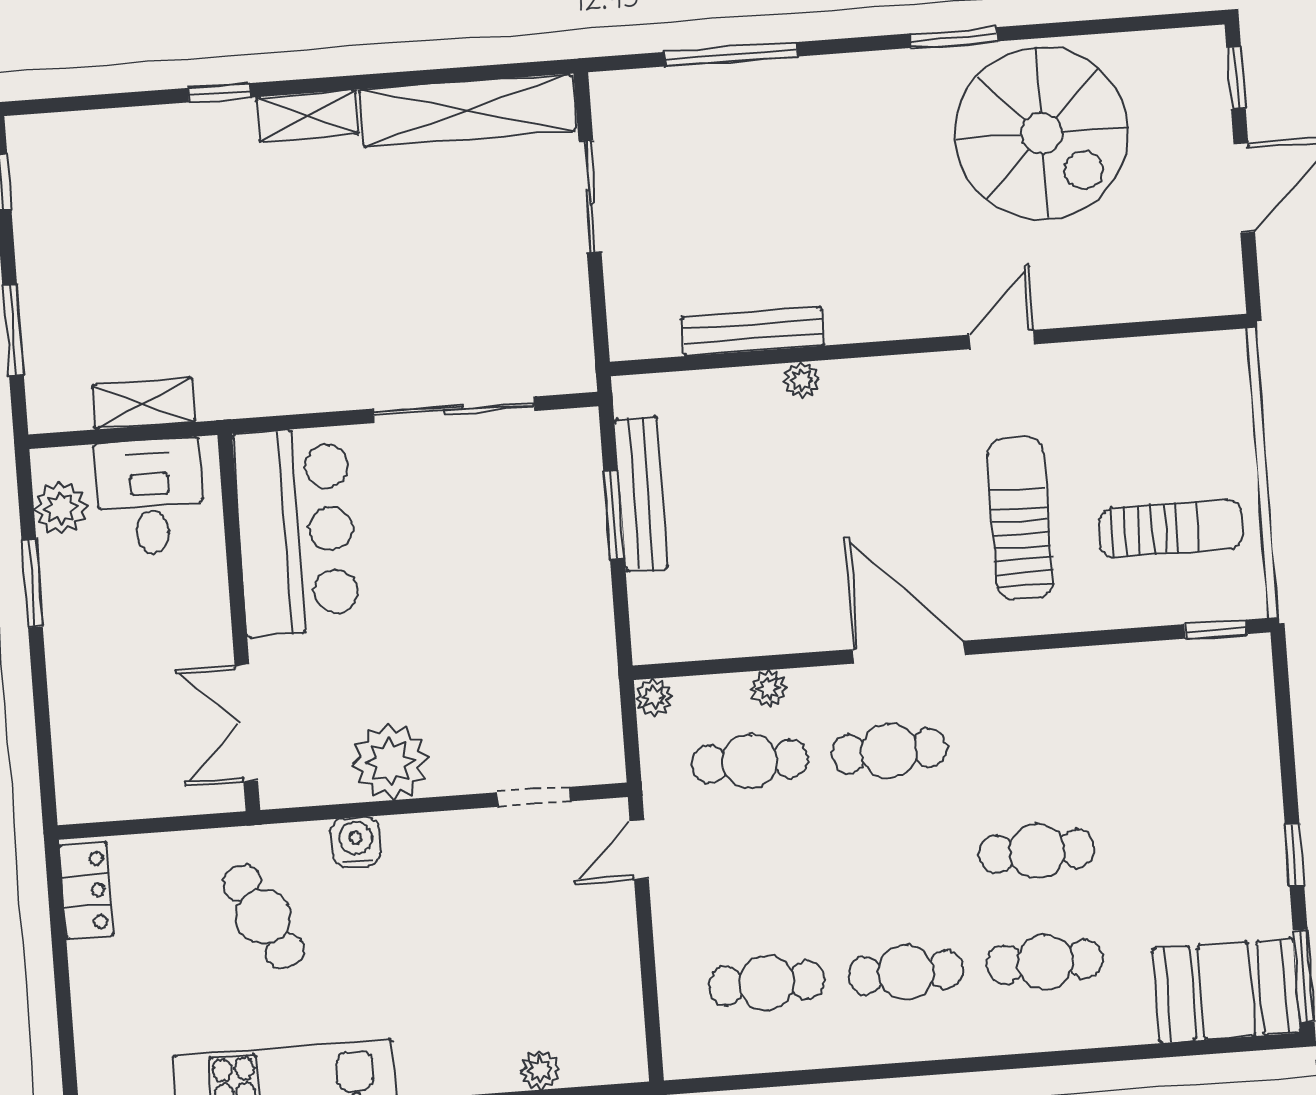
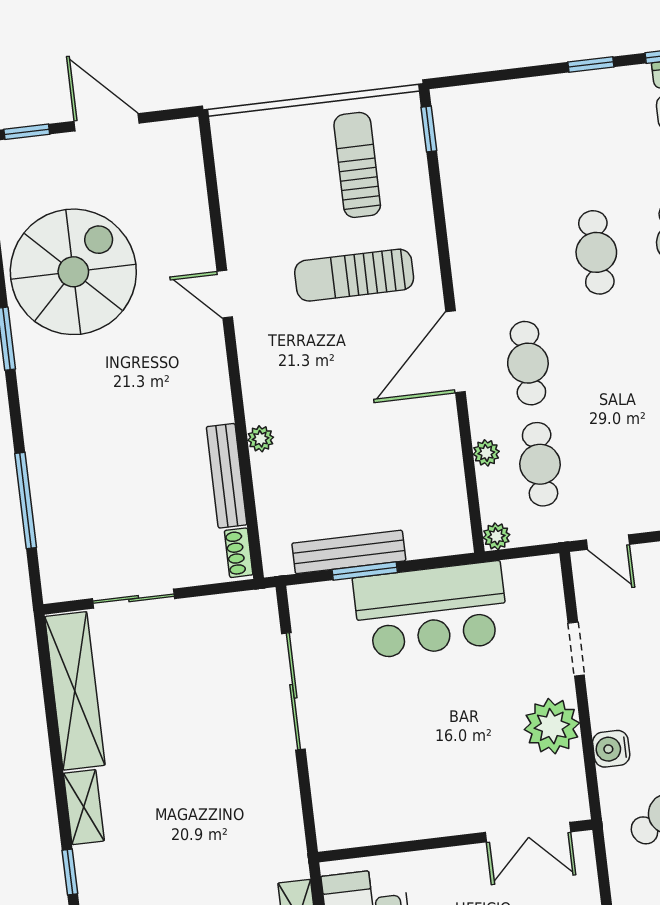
shoe rack: (647, 343) -> (239, 553), added
bar counter: (296, 531) -> (431, 610), moved, turned 180
doorway: (533, 797) -> (576, 649), moved

